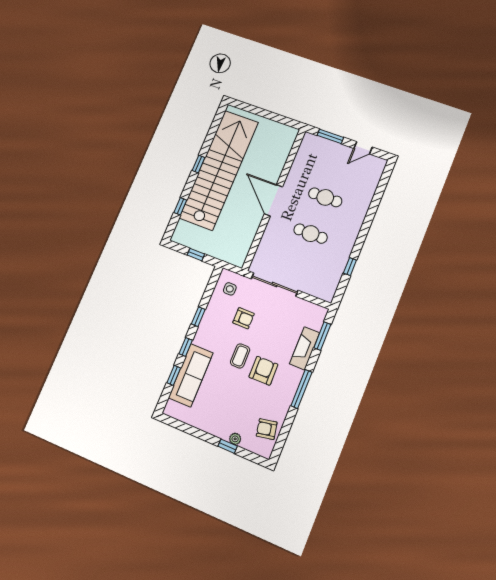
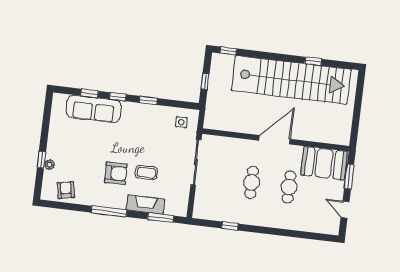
booth: (310, 158) -> (324, 163), added
window: (198, 164) -> (313, 61), moved
window: (180, 206) -> (228, 51), moved
armchair: (243, 318) -> (158, 142), removed
coffee table: (240, 356) -> (146, 173), moved

